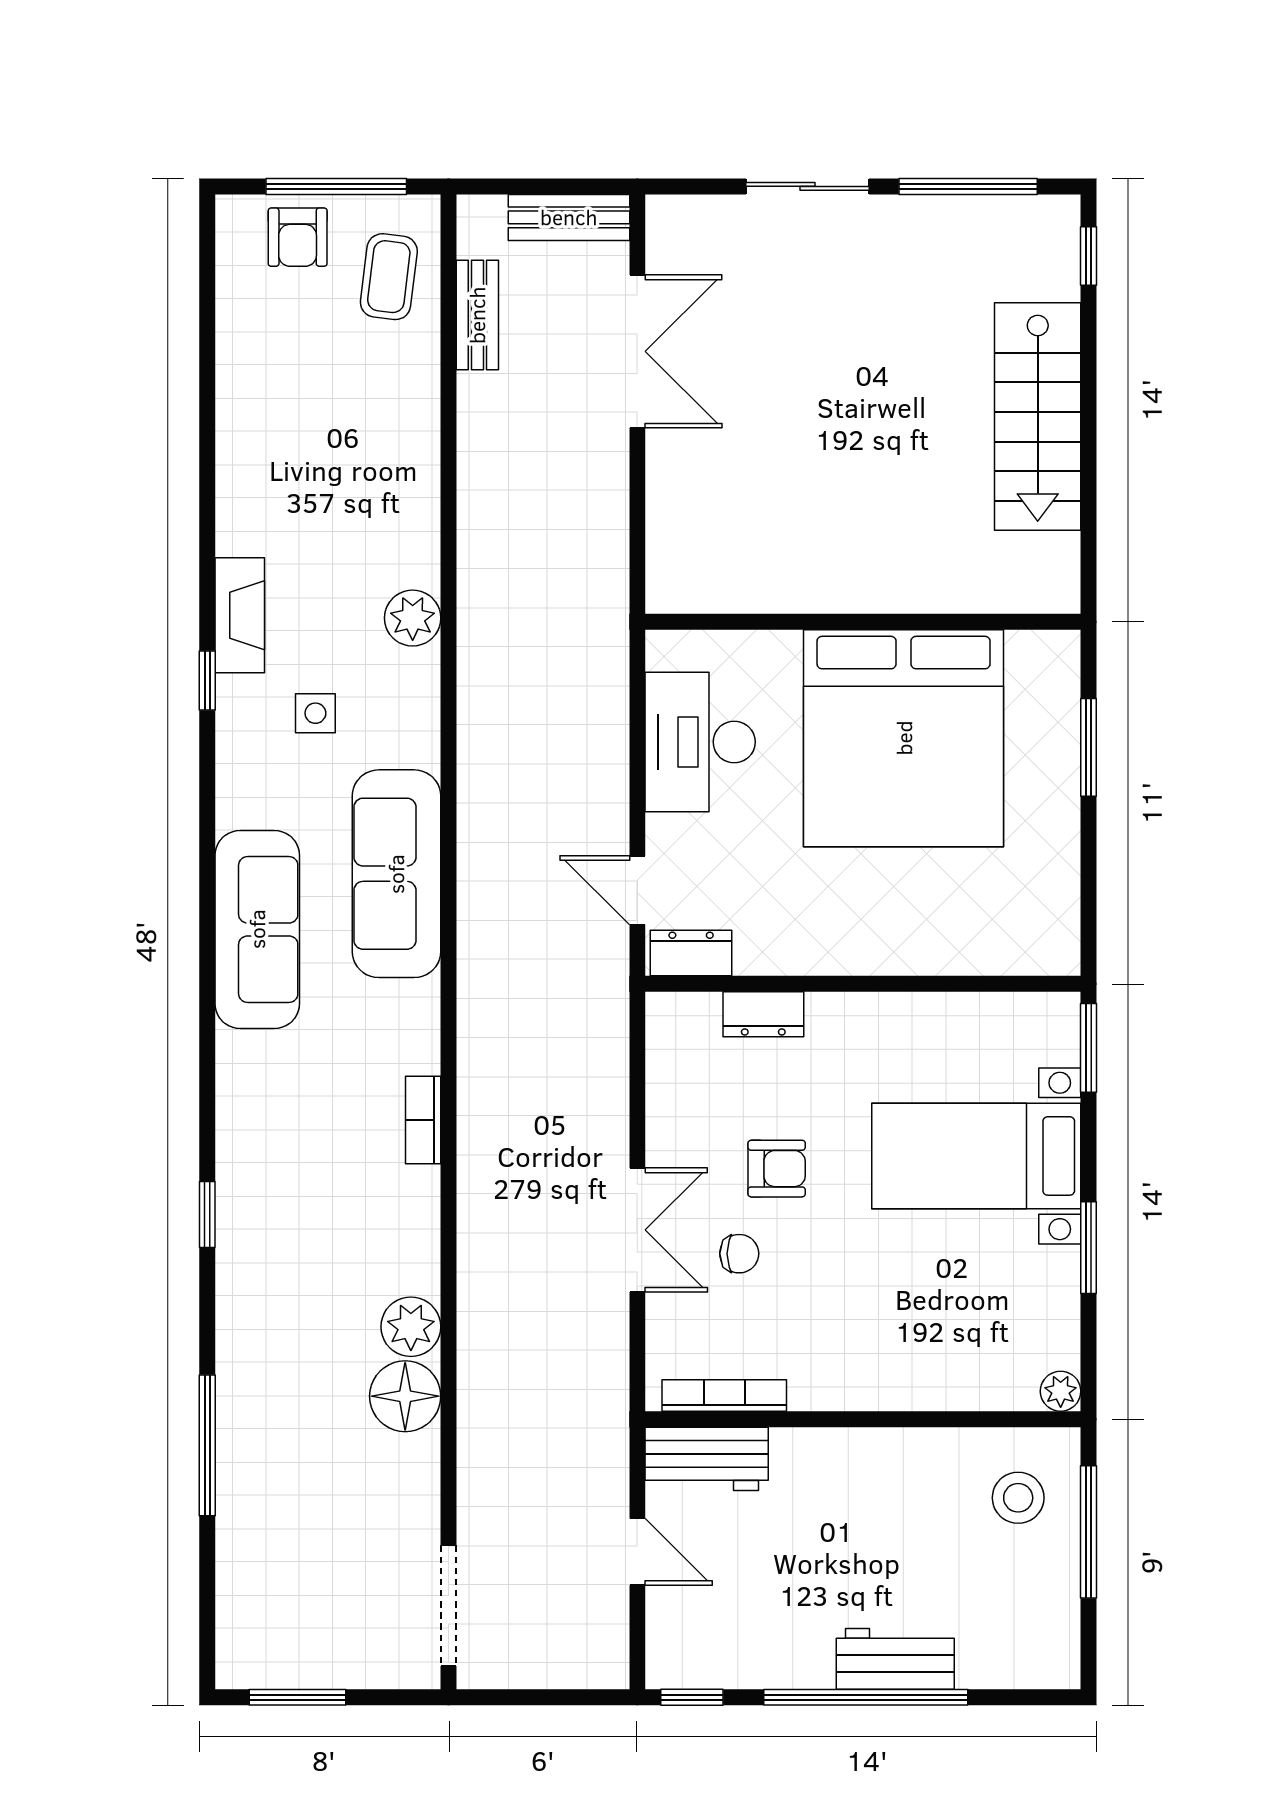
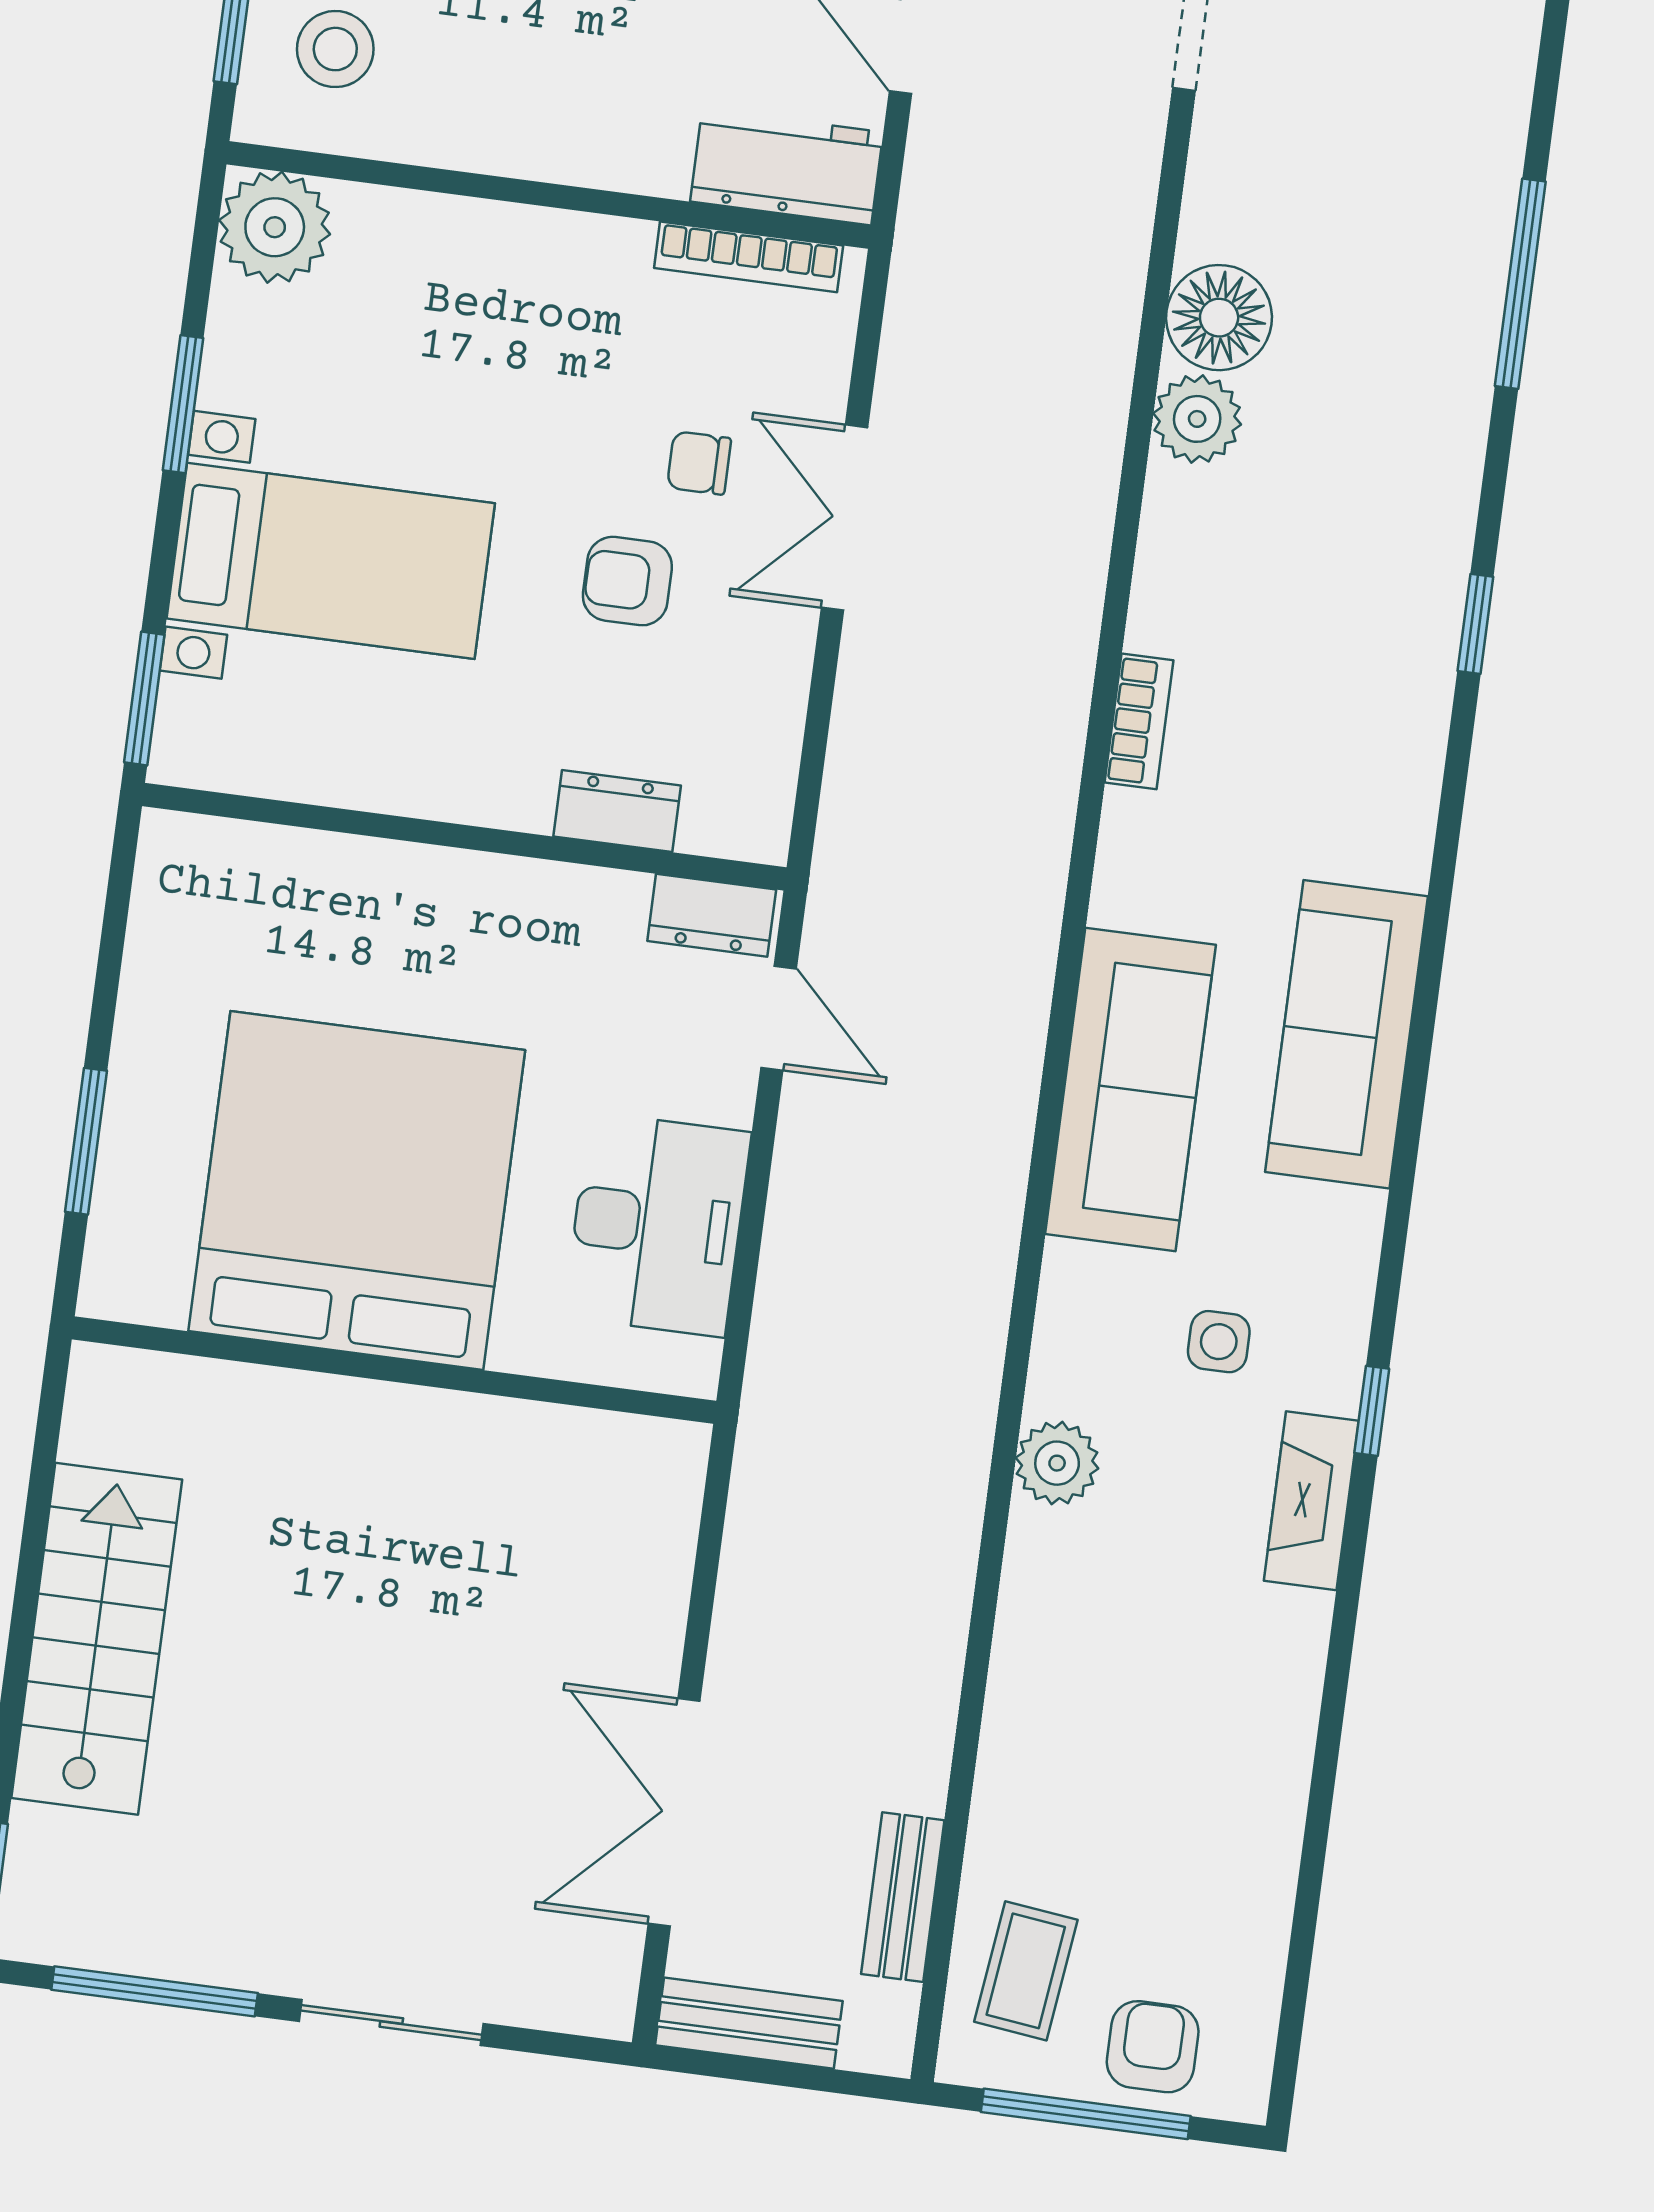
plant: (1061, 1391) -> (275, 227), width x1.88, depth x1.88

